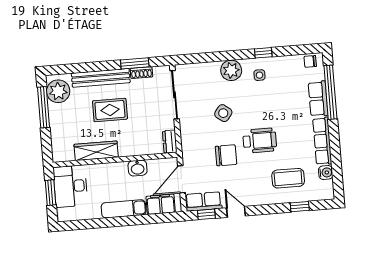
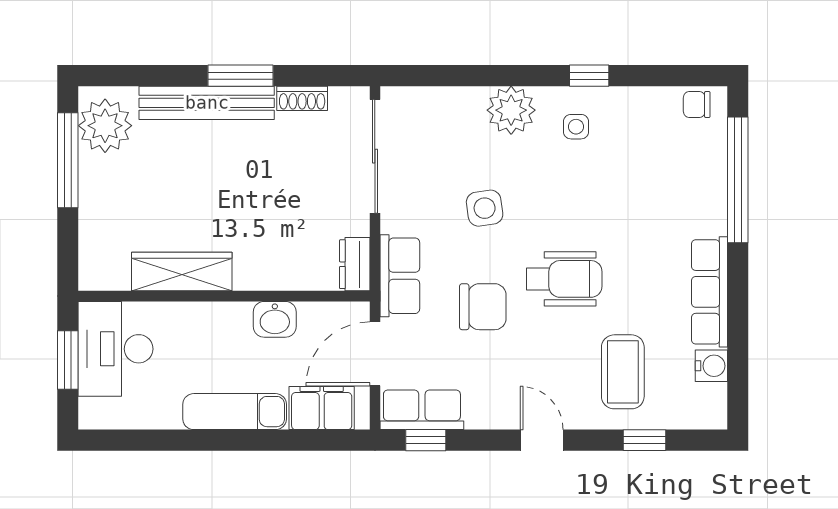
window: (135, 63) -> (240, 76), moved
row of seats: (318, 99) -> (400, 276), moved, turned 180
rug: (110, 110) -> (222, 179), removed
side table: (223, 113) -> (485, 208), turned 45
coffee table: (288, 178) -> (623, 372), turned 90
door: (236, 212) -> (542, 440), moved

